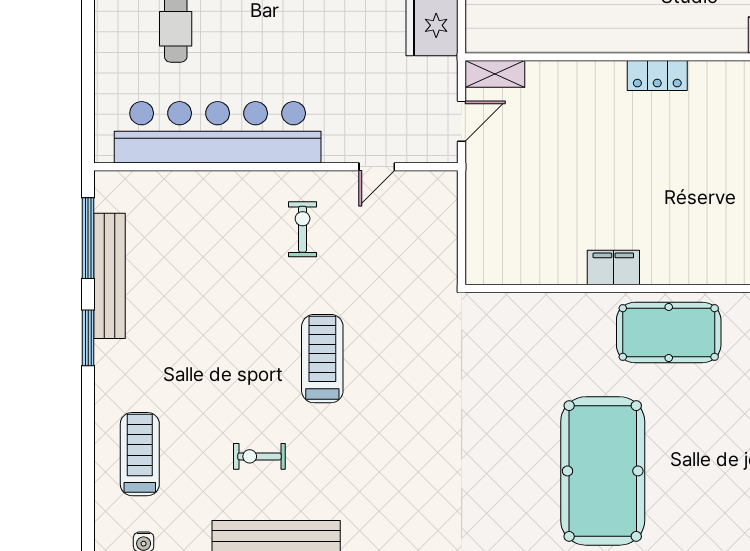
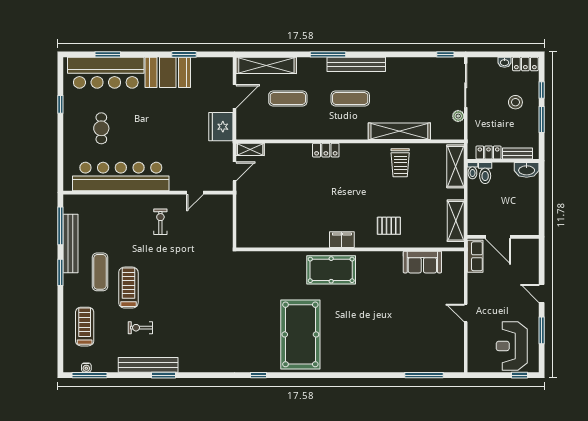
filing cabinet: (613, 268) -> (342, 240), moved
exercise mat: (173, 337) -> (100, 272), added
treadmill: (322, 359) -> (128, 288), moved

